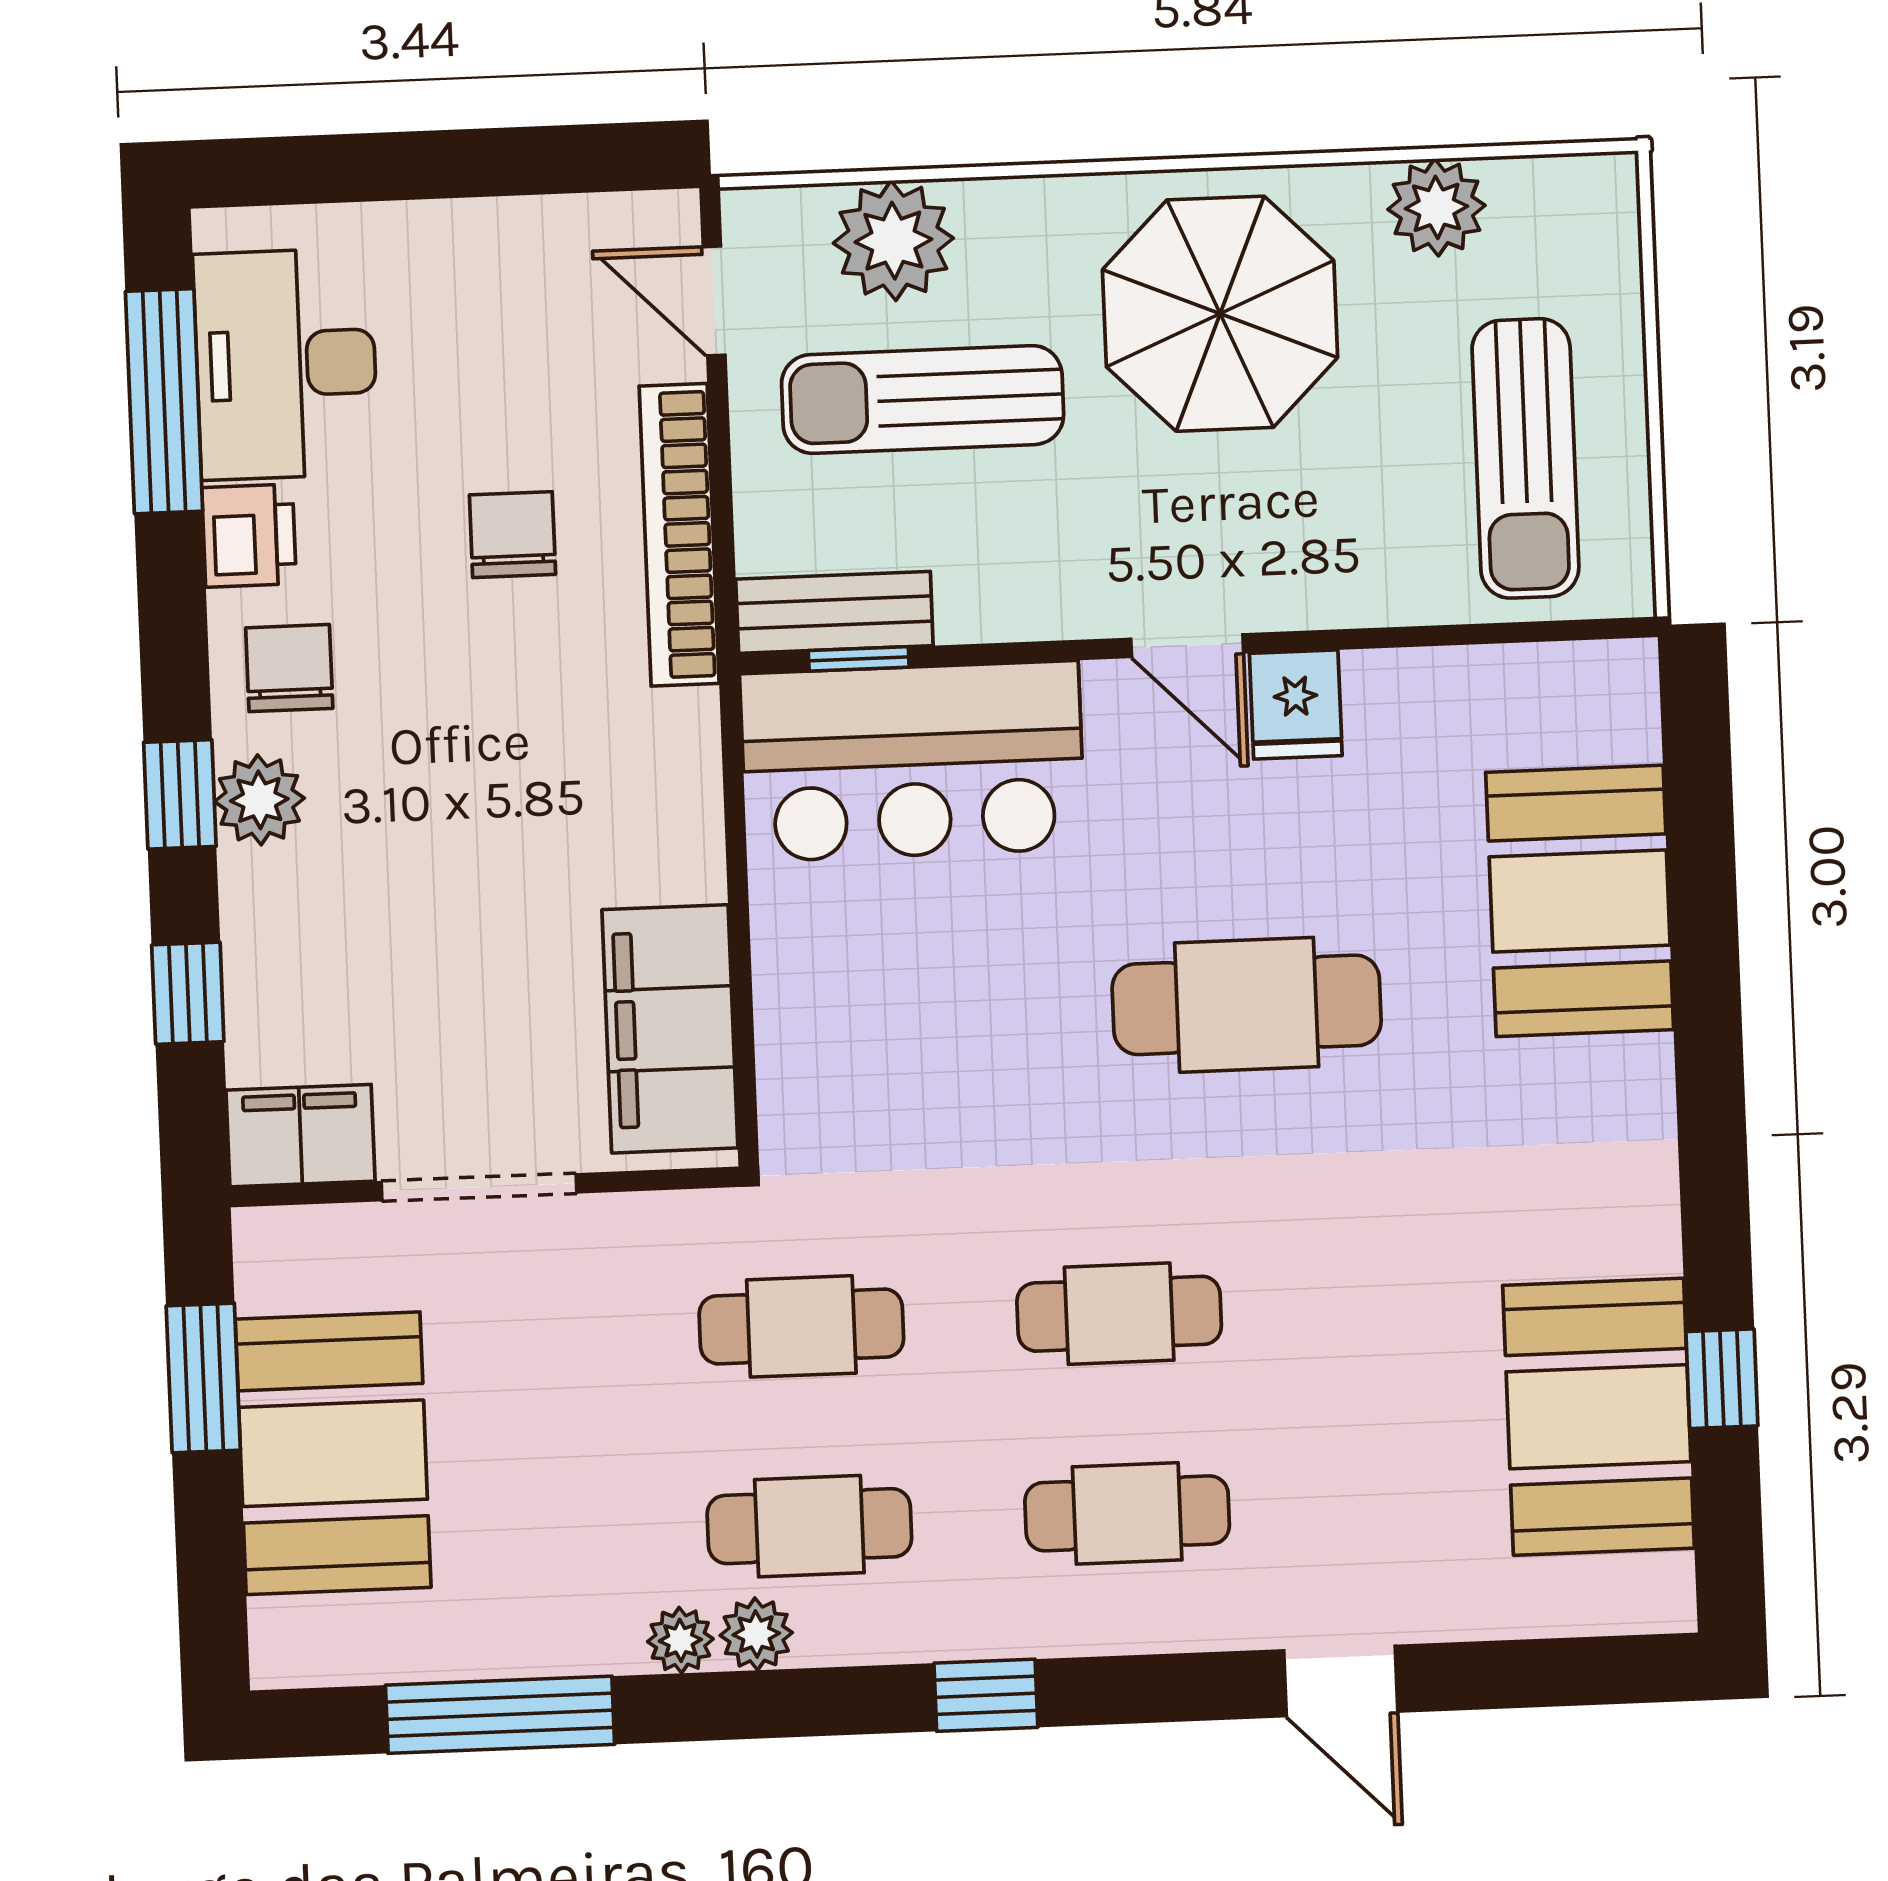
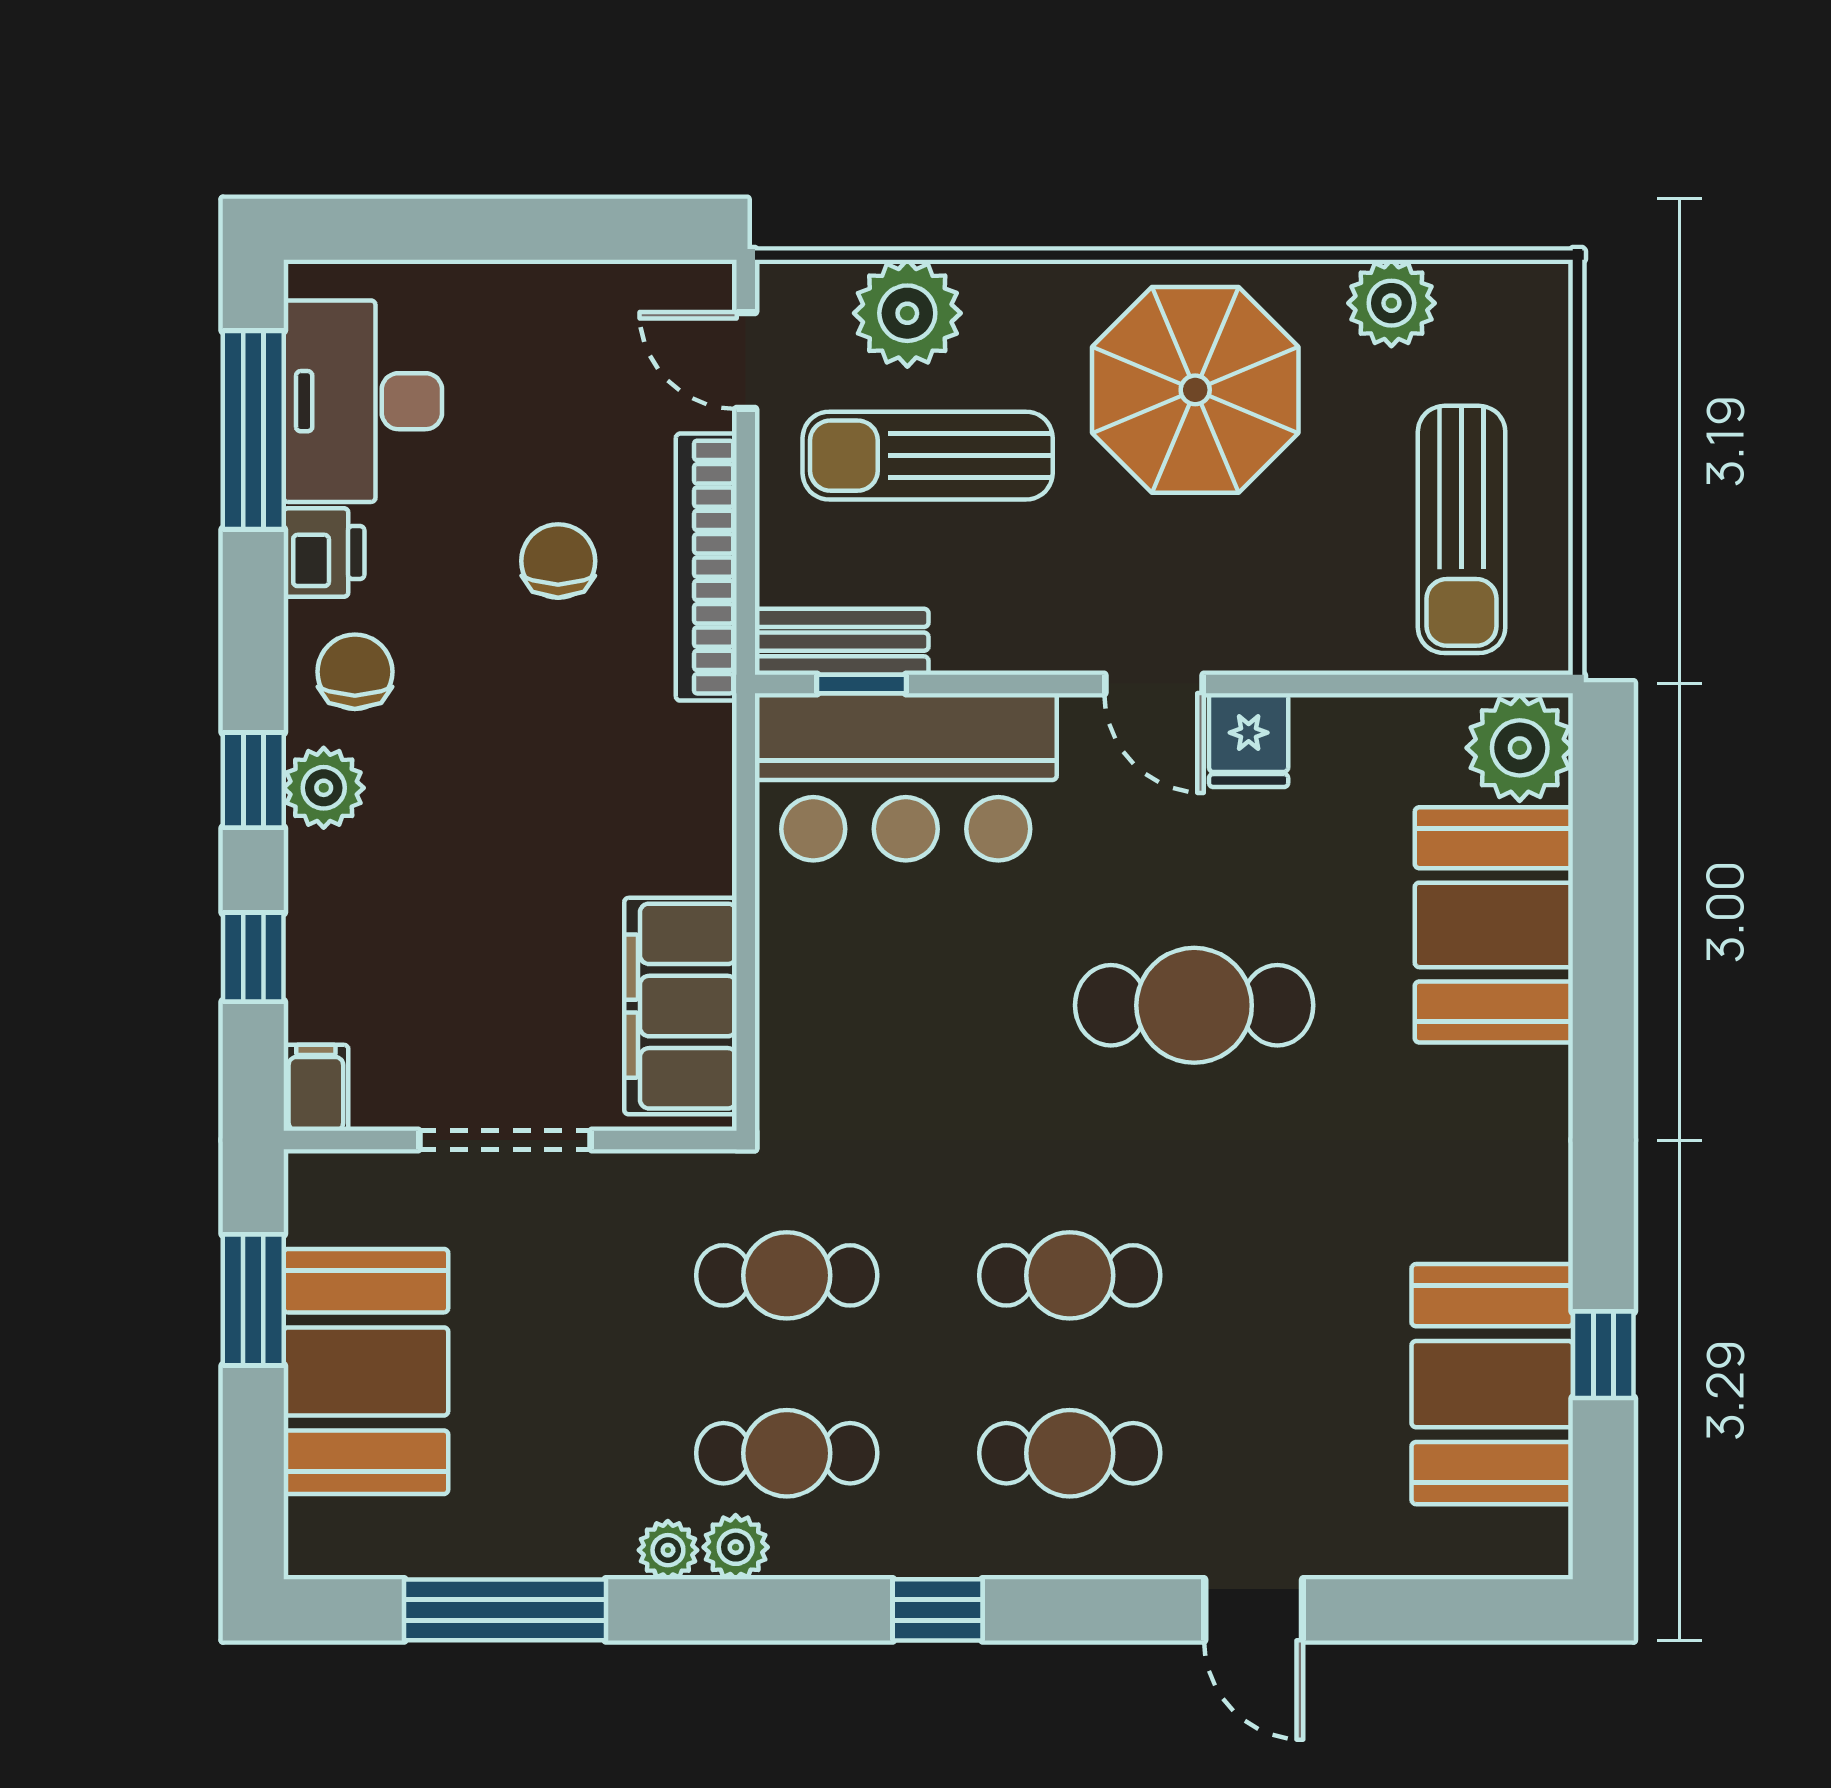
plant: (1601, 701) -> (1520, 748), added
filing cabinet: (301, 1136) -> (316, 1088), width x0.50

